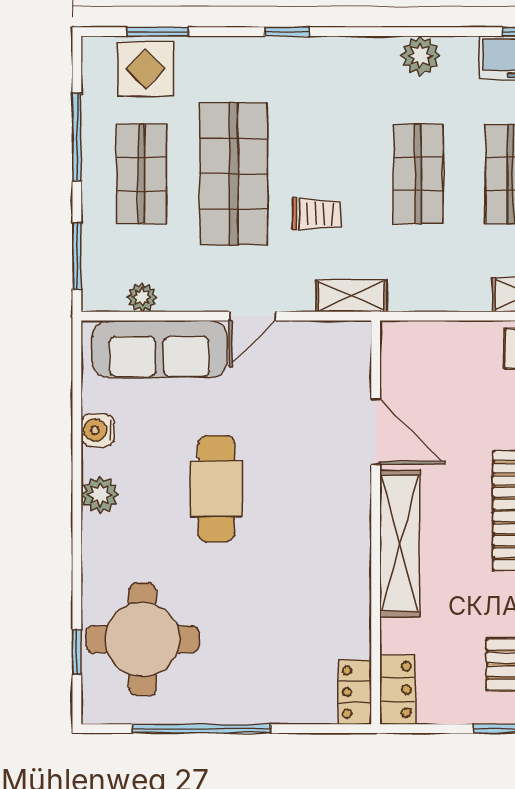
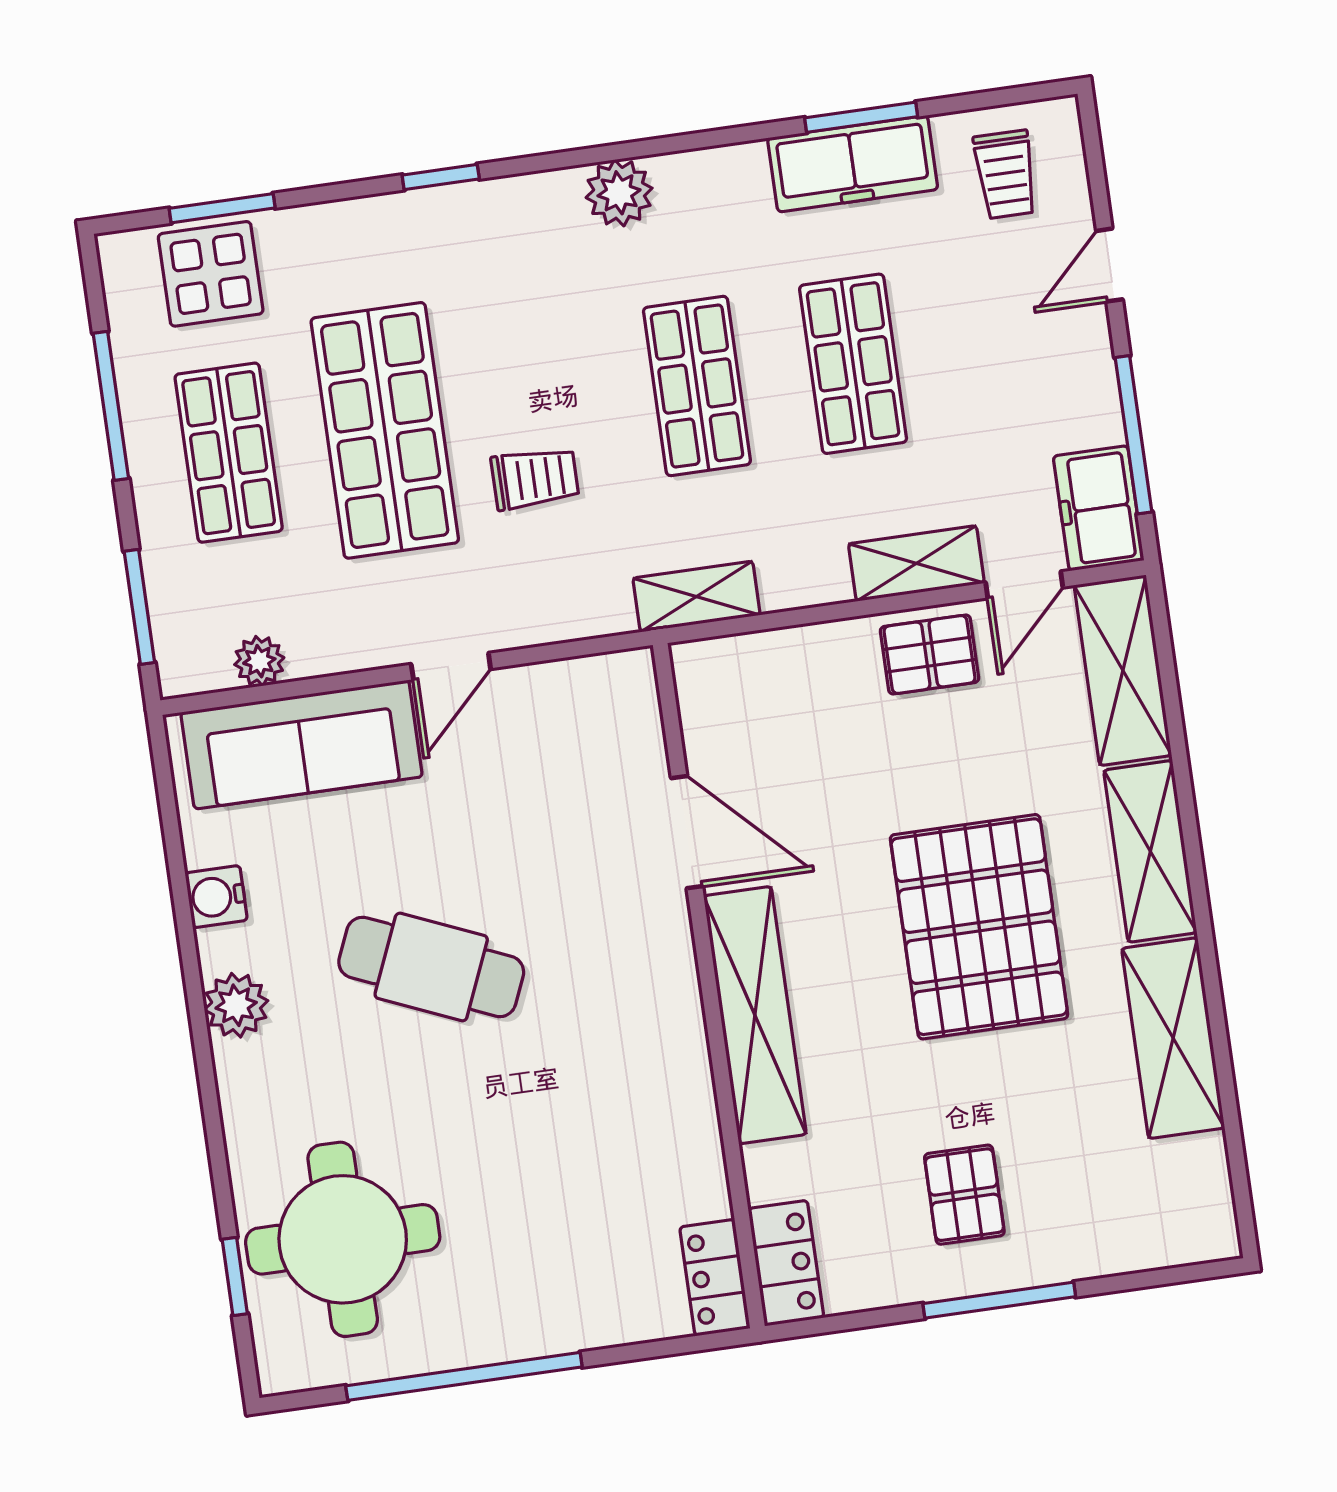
plant: (420, 56) -> (619, 193), moved
shelving: (351, 296) -> (696, 597), moved
cafe table: (216, 489) -> (431, 967), turned -67

